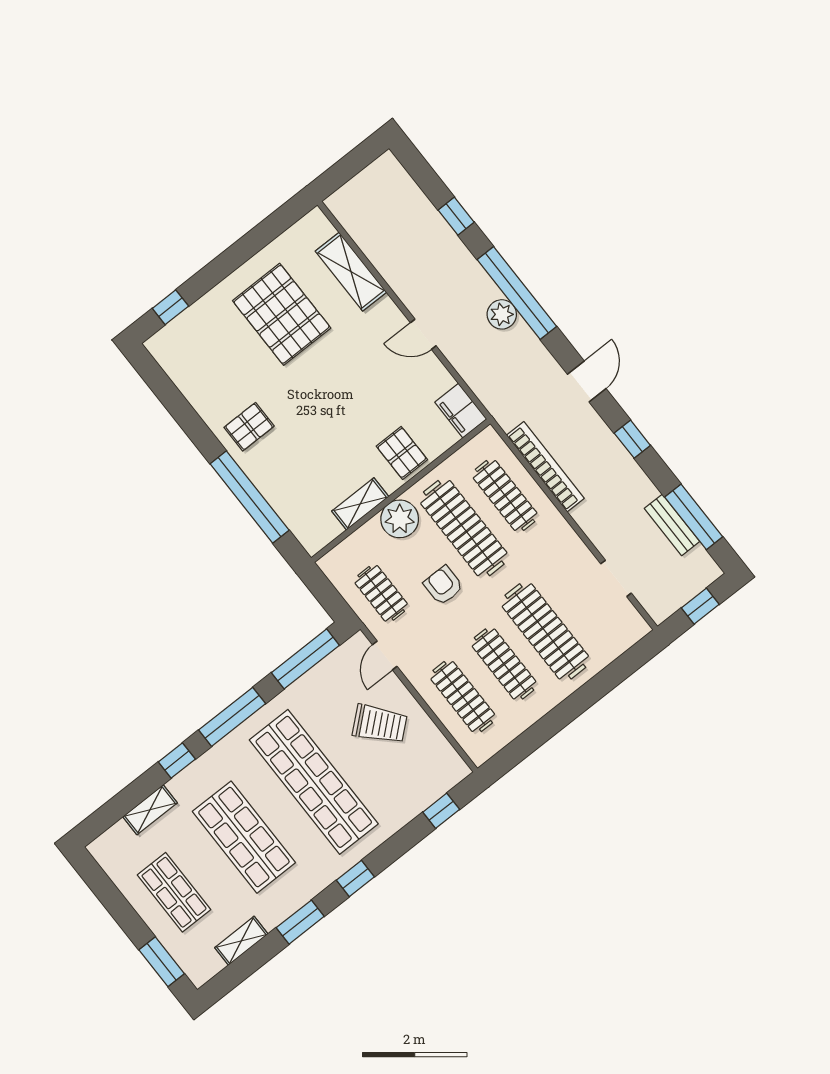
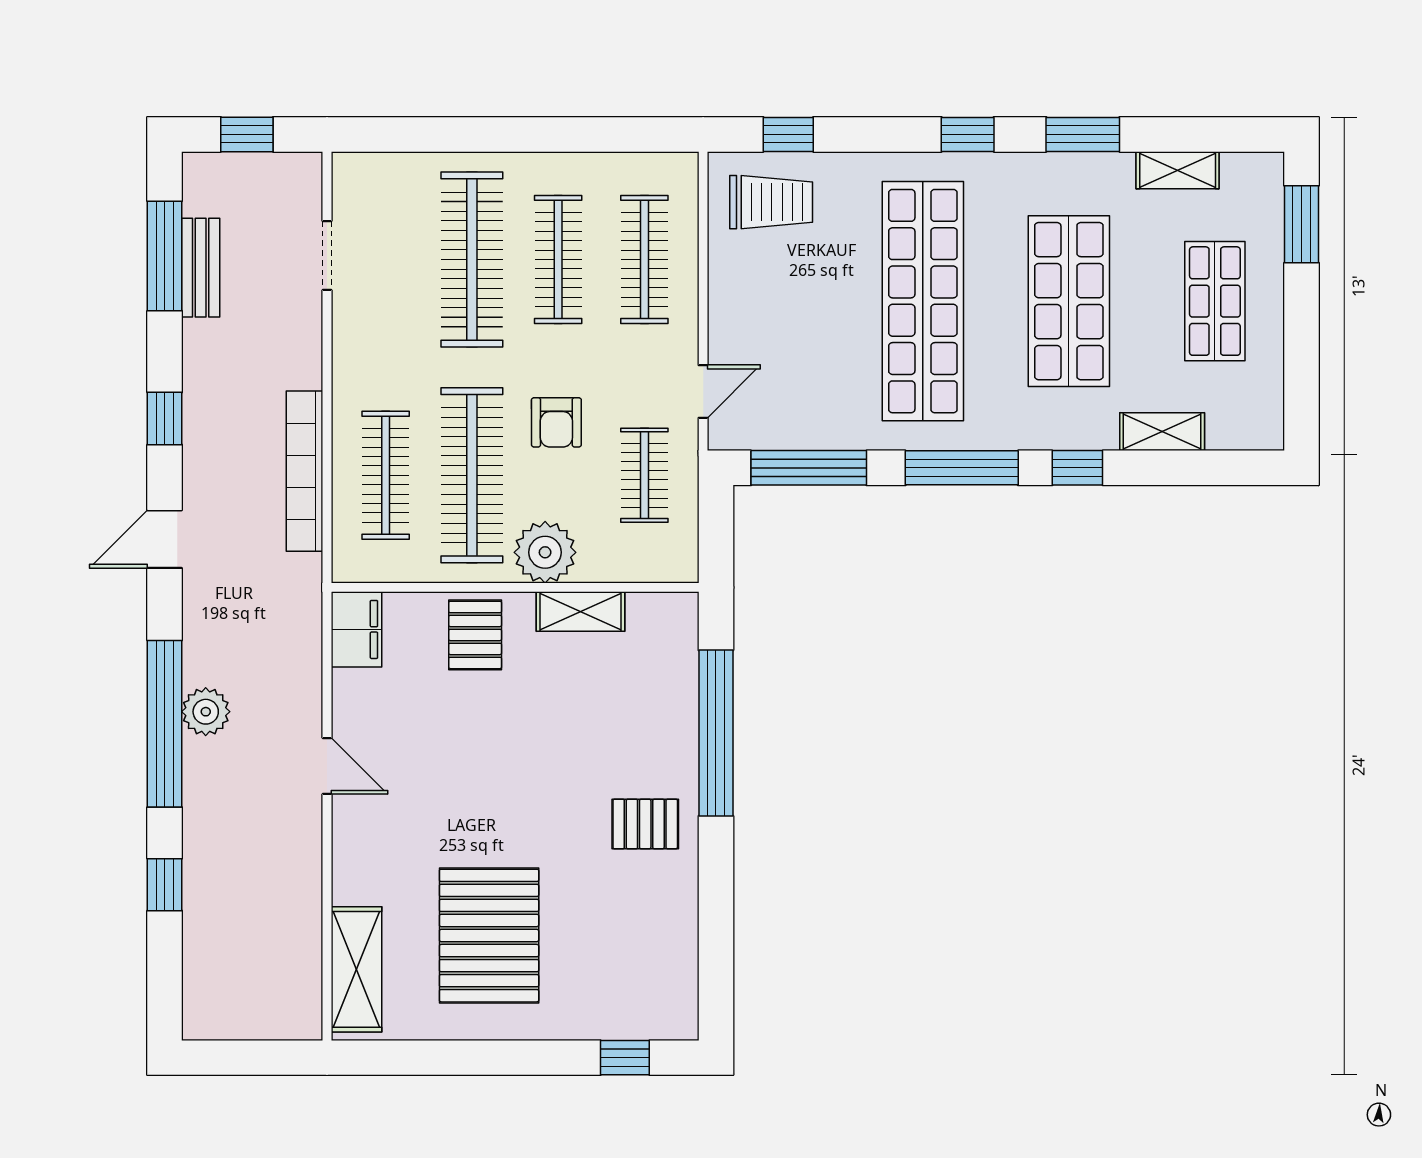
shelving: (351, 272) -> (356, 969), moved
trolley: (380, 724) -> (771, 202), moved, turned 131

